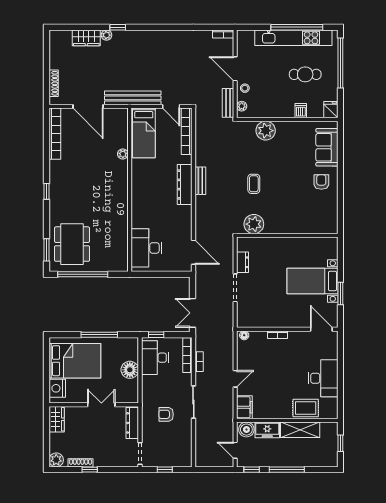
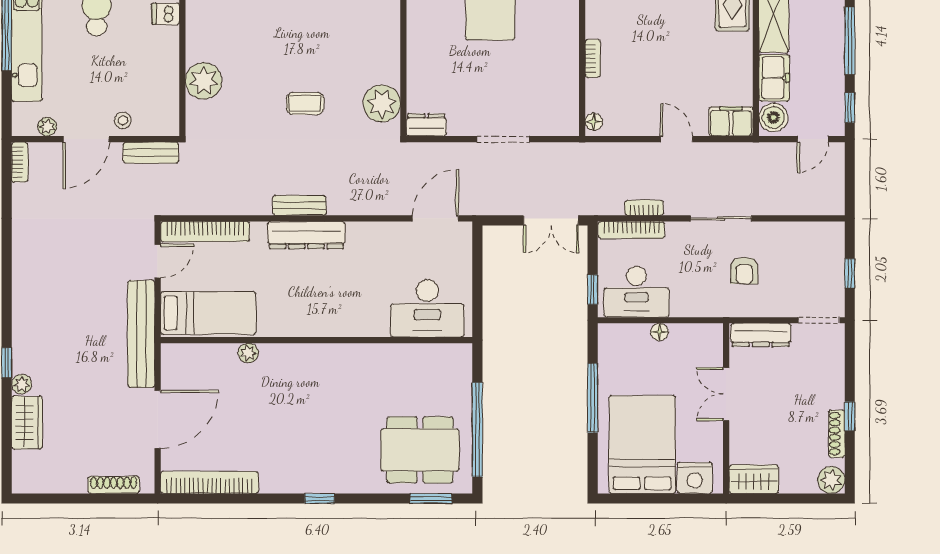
plant: (242, 106) -> (47, 127), moved
dresser: (243, 262) -> (426, 125), moved
floor lamp: (130, 370) -> (659, 332), width x0.53, depth x0.53

